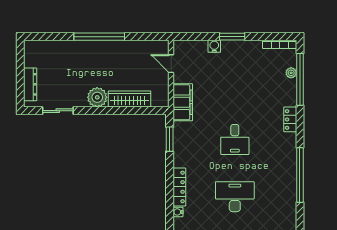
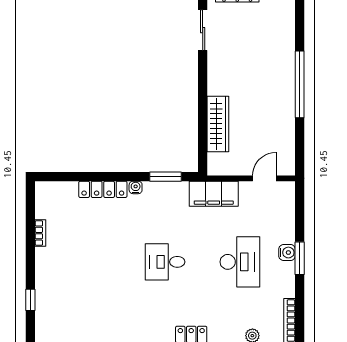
water cooler: (214, 46) -> (287, 253), moved
plant: (97, 97) -> (220, 82), removed
desk: (235, 197) -> (240, 262), moved
water cooler: (178, 212) -> (136, 187), moved

